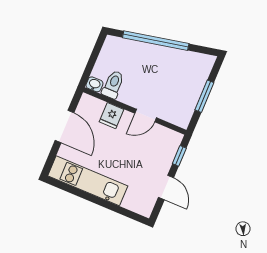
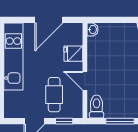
toilet: (113, 85) -> (97, 107), moved, turned -90
cafe table: (147, 154) -> (54, 95), added

